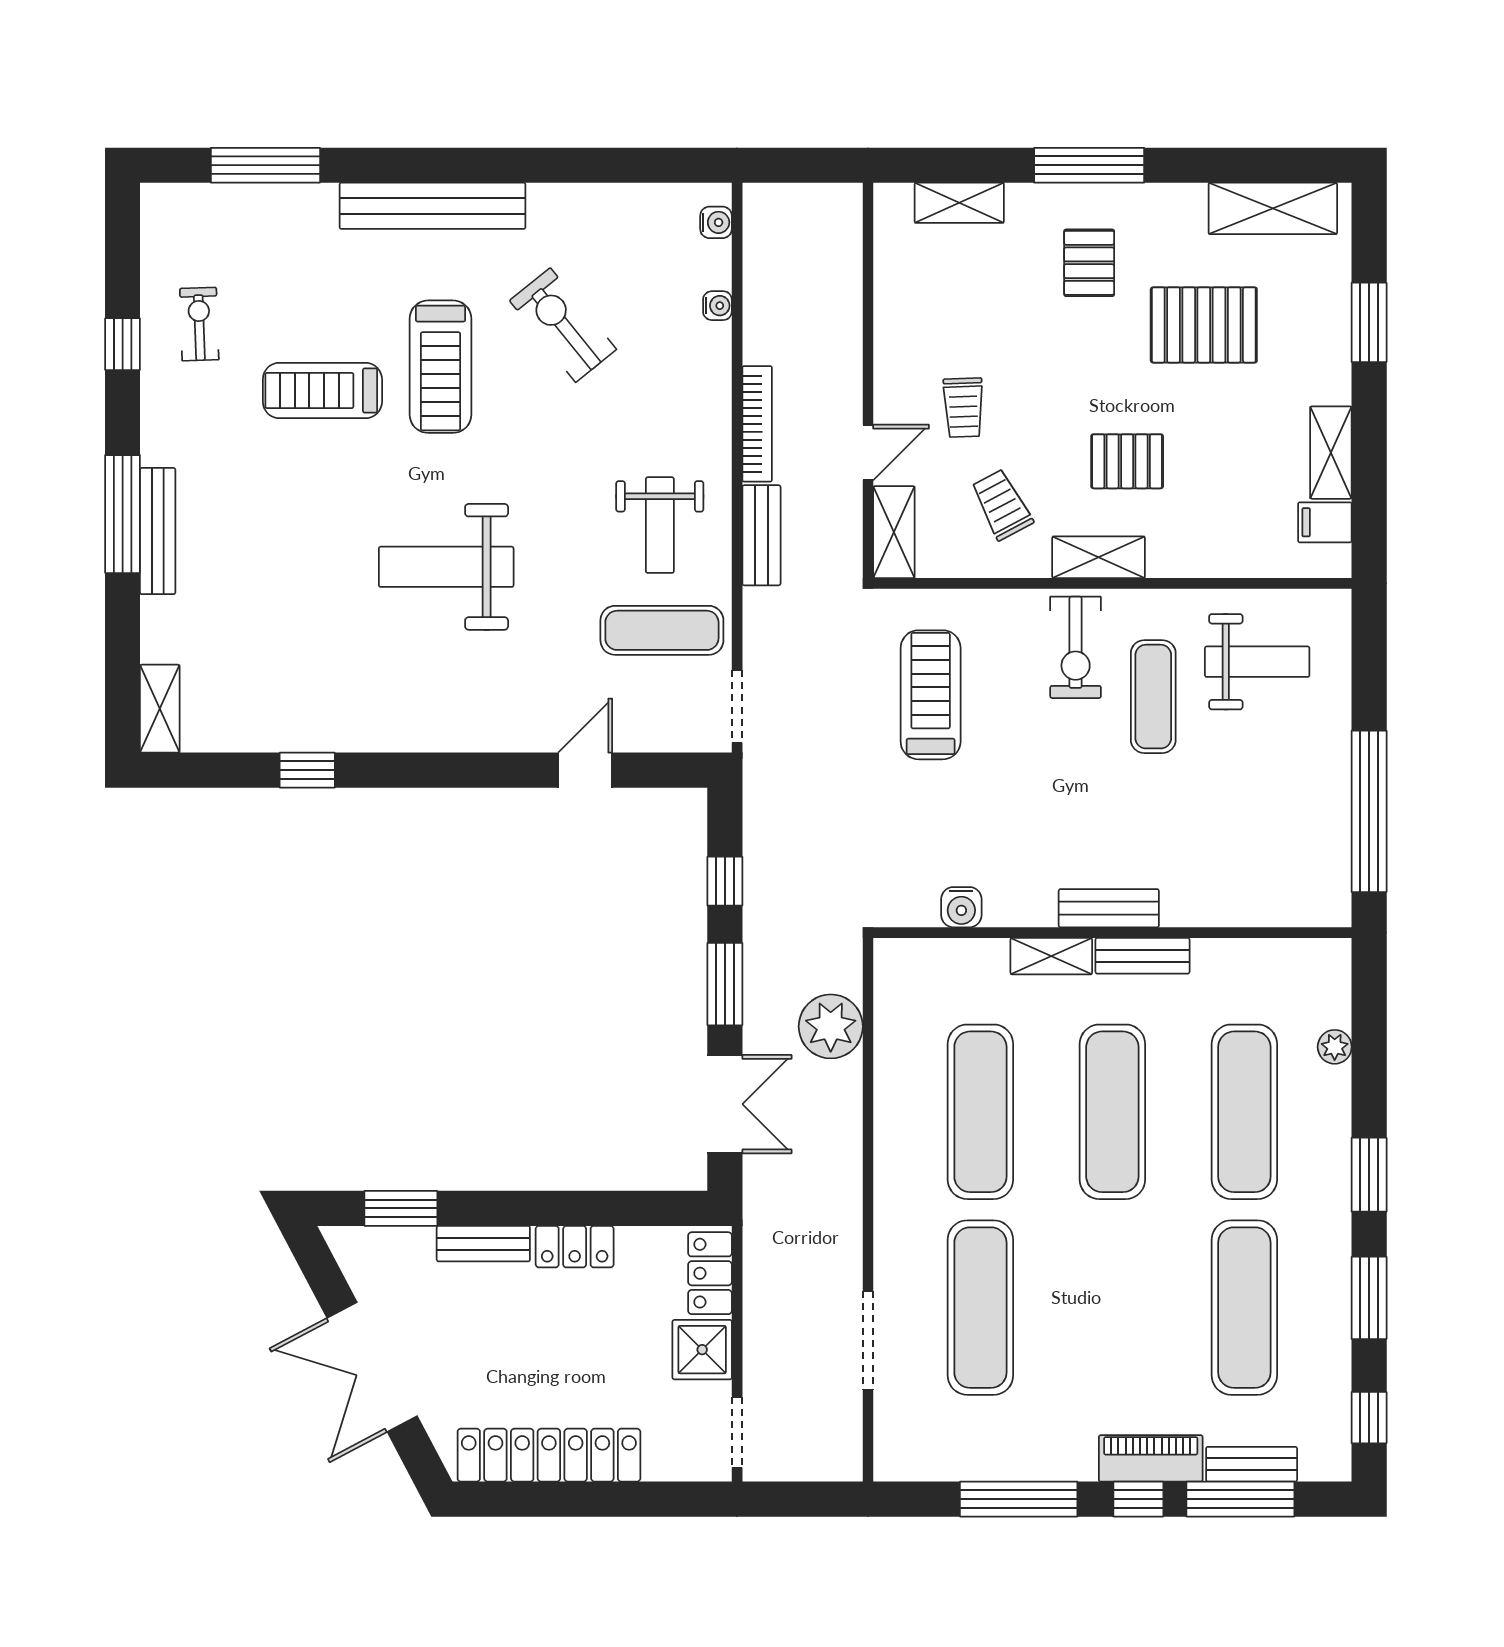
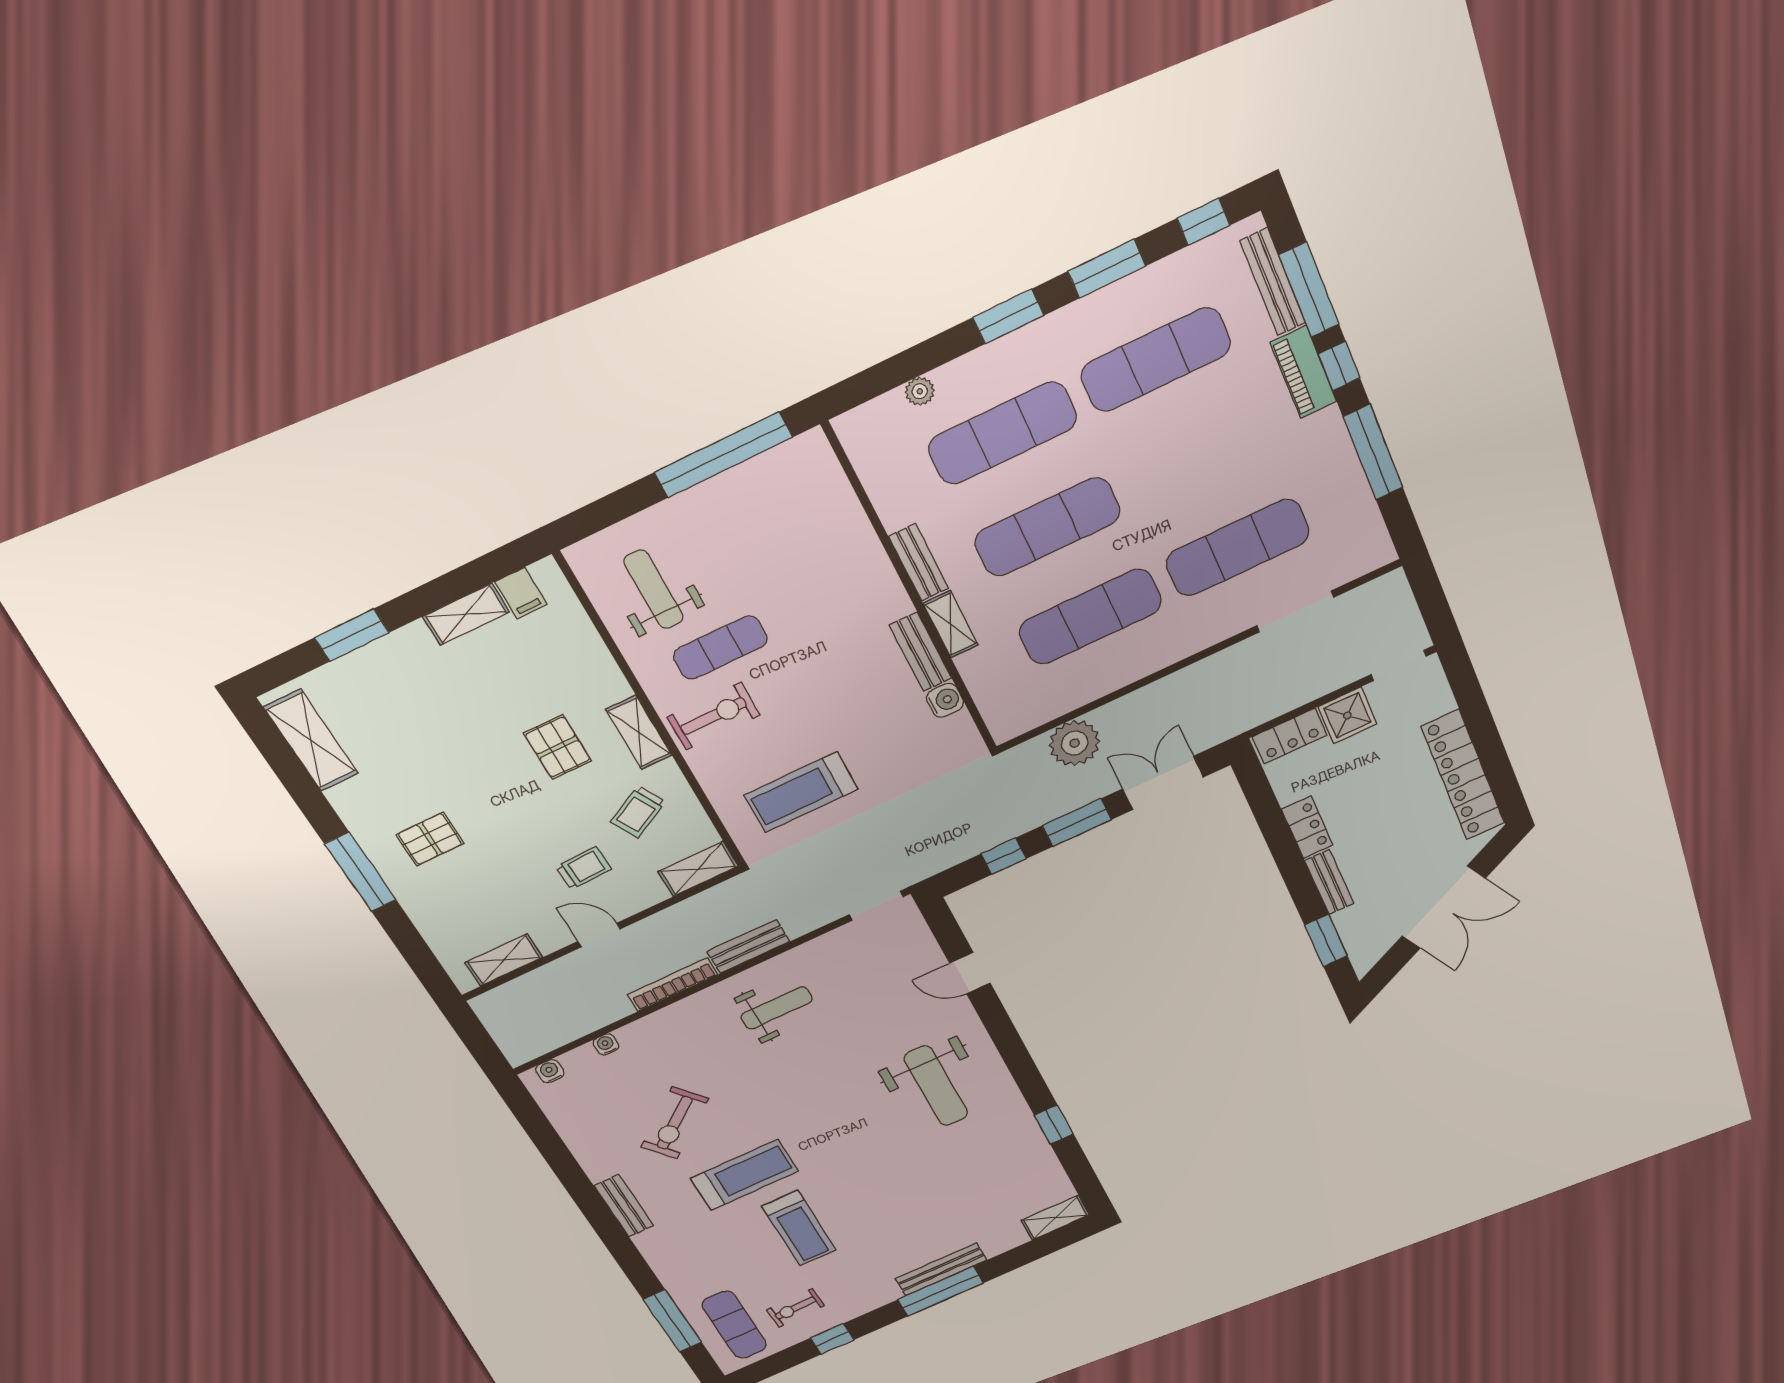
shelving: (959, 203) -> (504, 960), moved, turned 90
bench: (433, 206) -> (624, 1206), width x0.54, depth x0.82
pallet: (1204, 325) -> (426, 745), removed
door: (868, 453) -> (599, 935), moved
weight bench: (446, 567) -> (936, 1086), moved
exercise mat: (662, 630) -> (734, 1325), moved
bench: (1109, 908) -> (921, 652), moved
bench: (1252, 1464) -> (1273, 282), width x1.36

